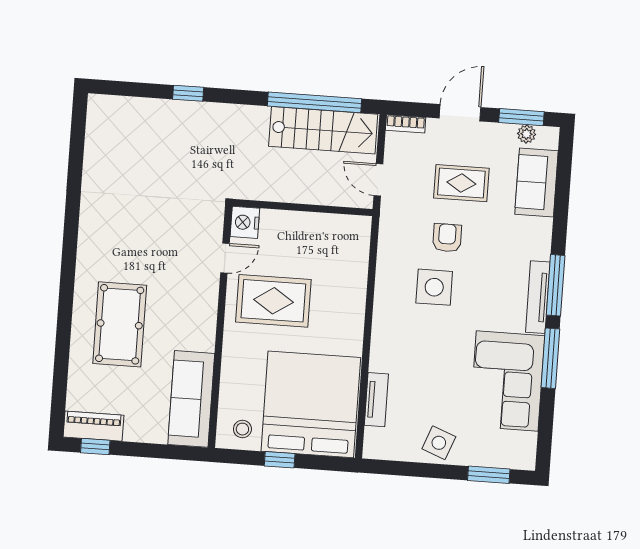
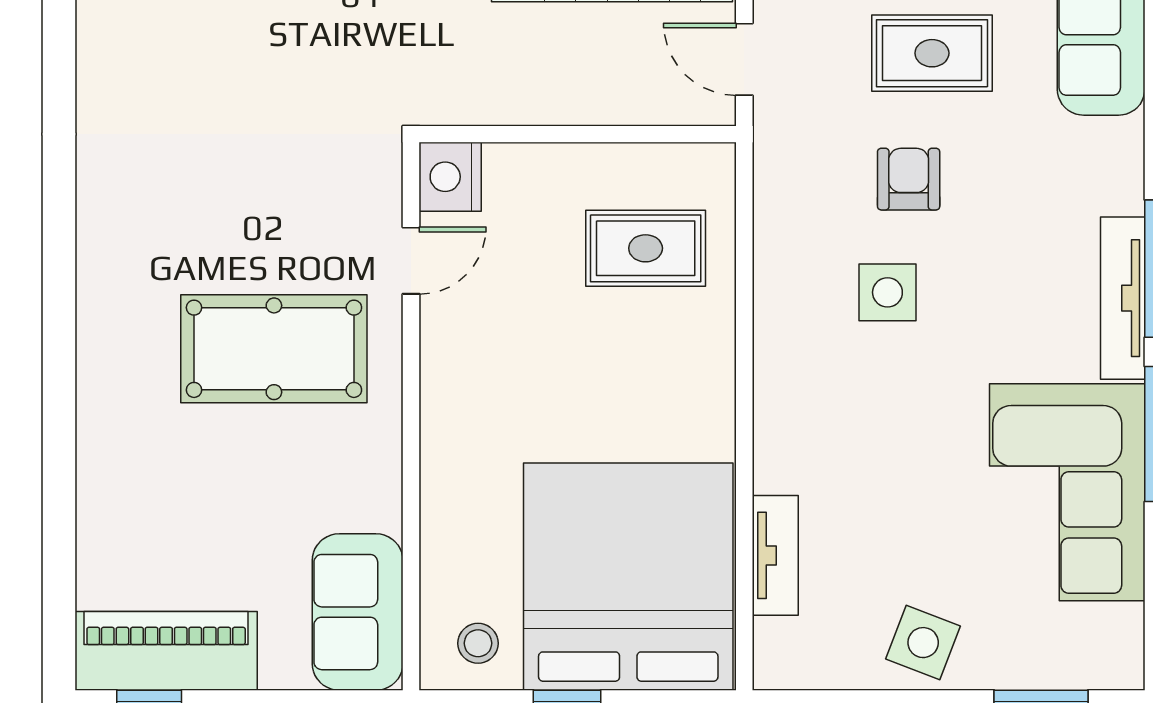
side table: (434, 287) -> (887, 292), width x0.73, depth x0.73
rug: (273, 301) -> (646, 248), moved, width x0.73, depth x0.70
pool table: (120, 324) -> (274, 349), moved, turned 90
sofa: (191, 399) -> (358, 612), width x0.73
piano: (93, 426) -> (166, 651), width x1.37, depth x1.33

